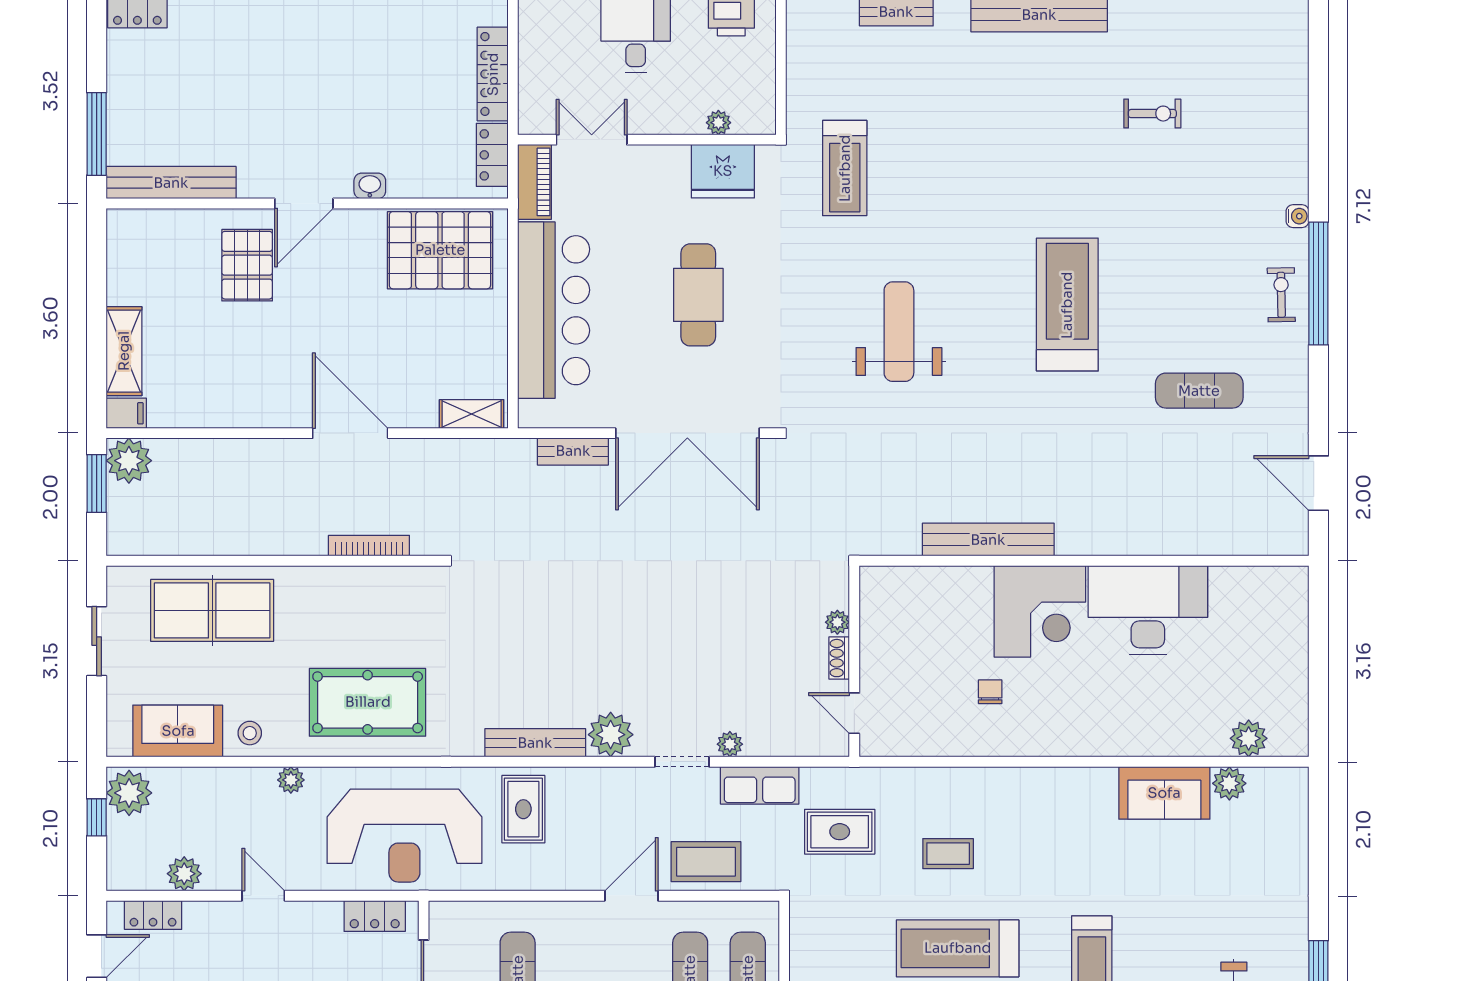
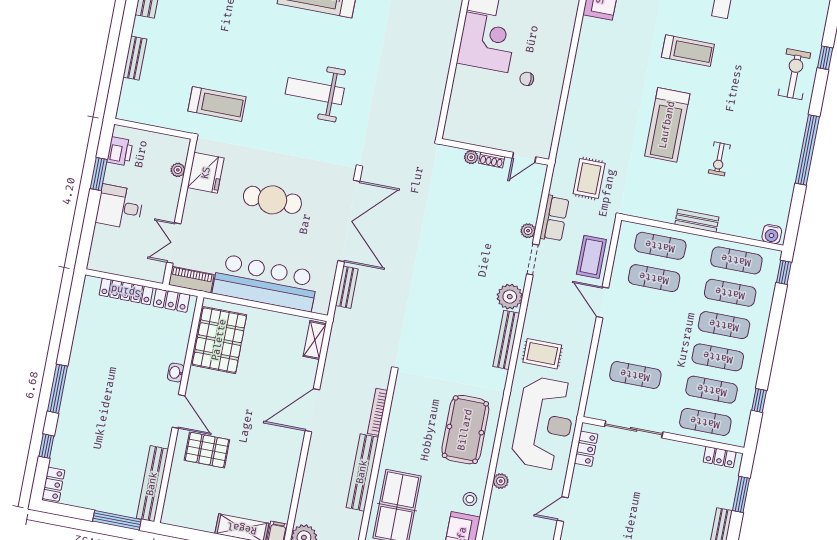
bench: (988, 540) -> (362, 472), moved
coffee table: (948, 854) -> (613, 120), removed

